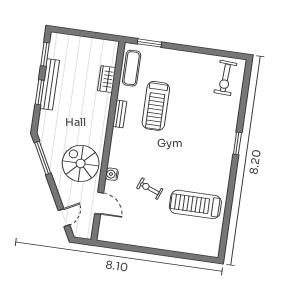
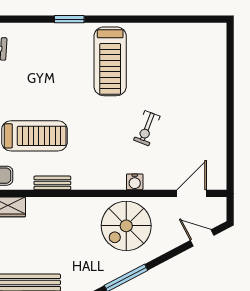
door: (99, 203) -> (192, 193), moved
treadmill: (195, 204) -> (110, 61), moved

